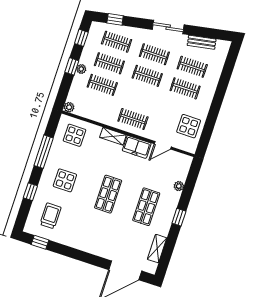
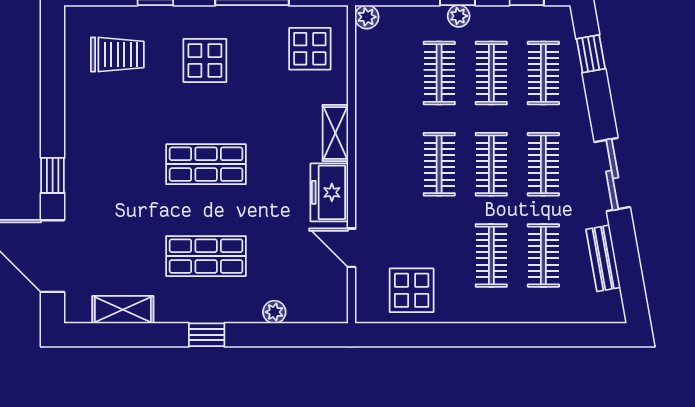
clothes rail: (133, 119) -> (439, 164), moved
window: (40, 242) -> (53, 175), moved

